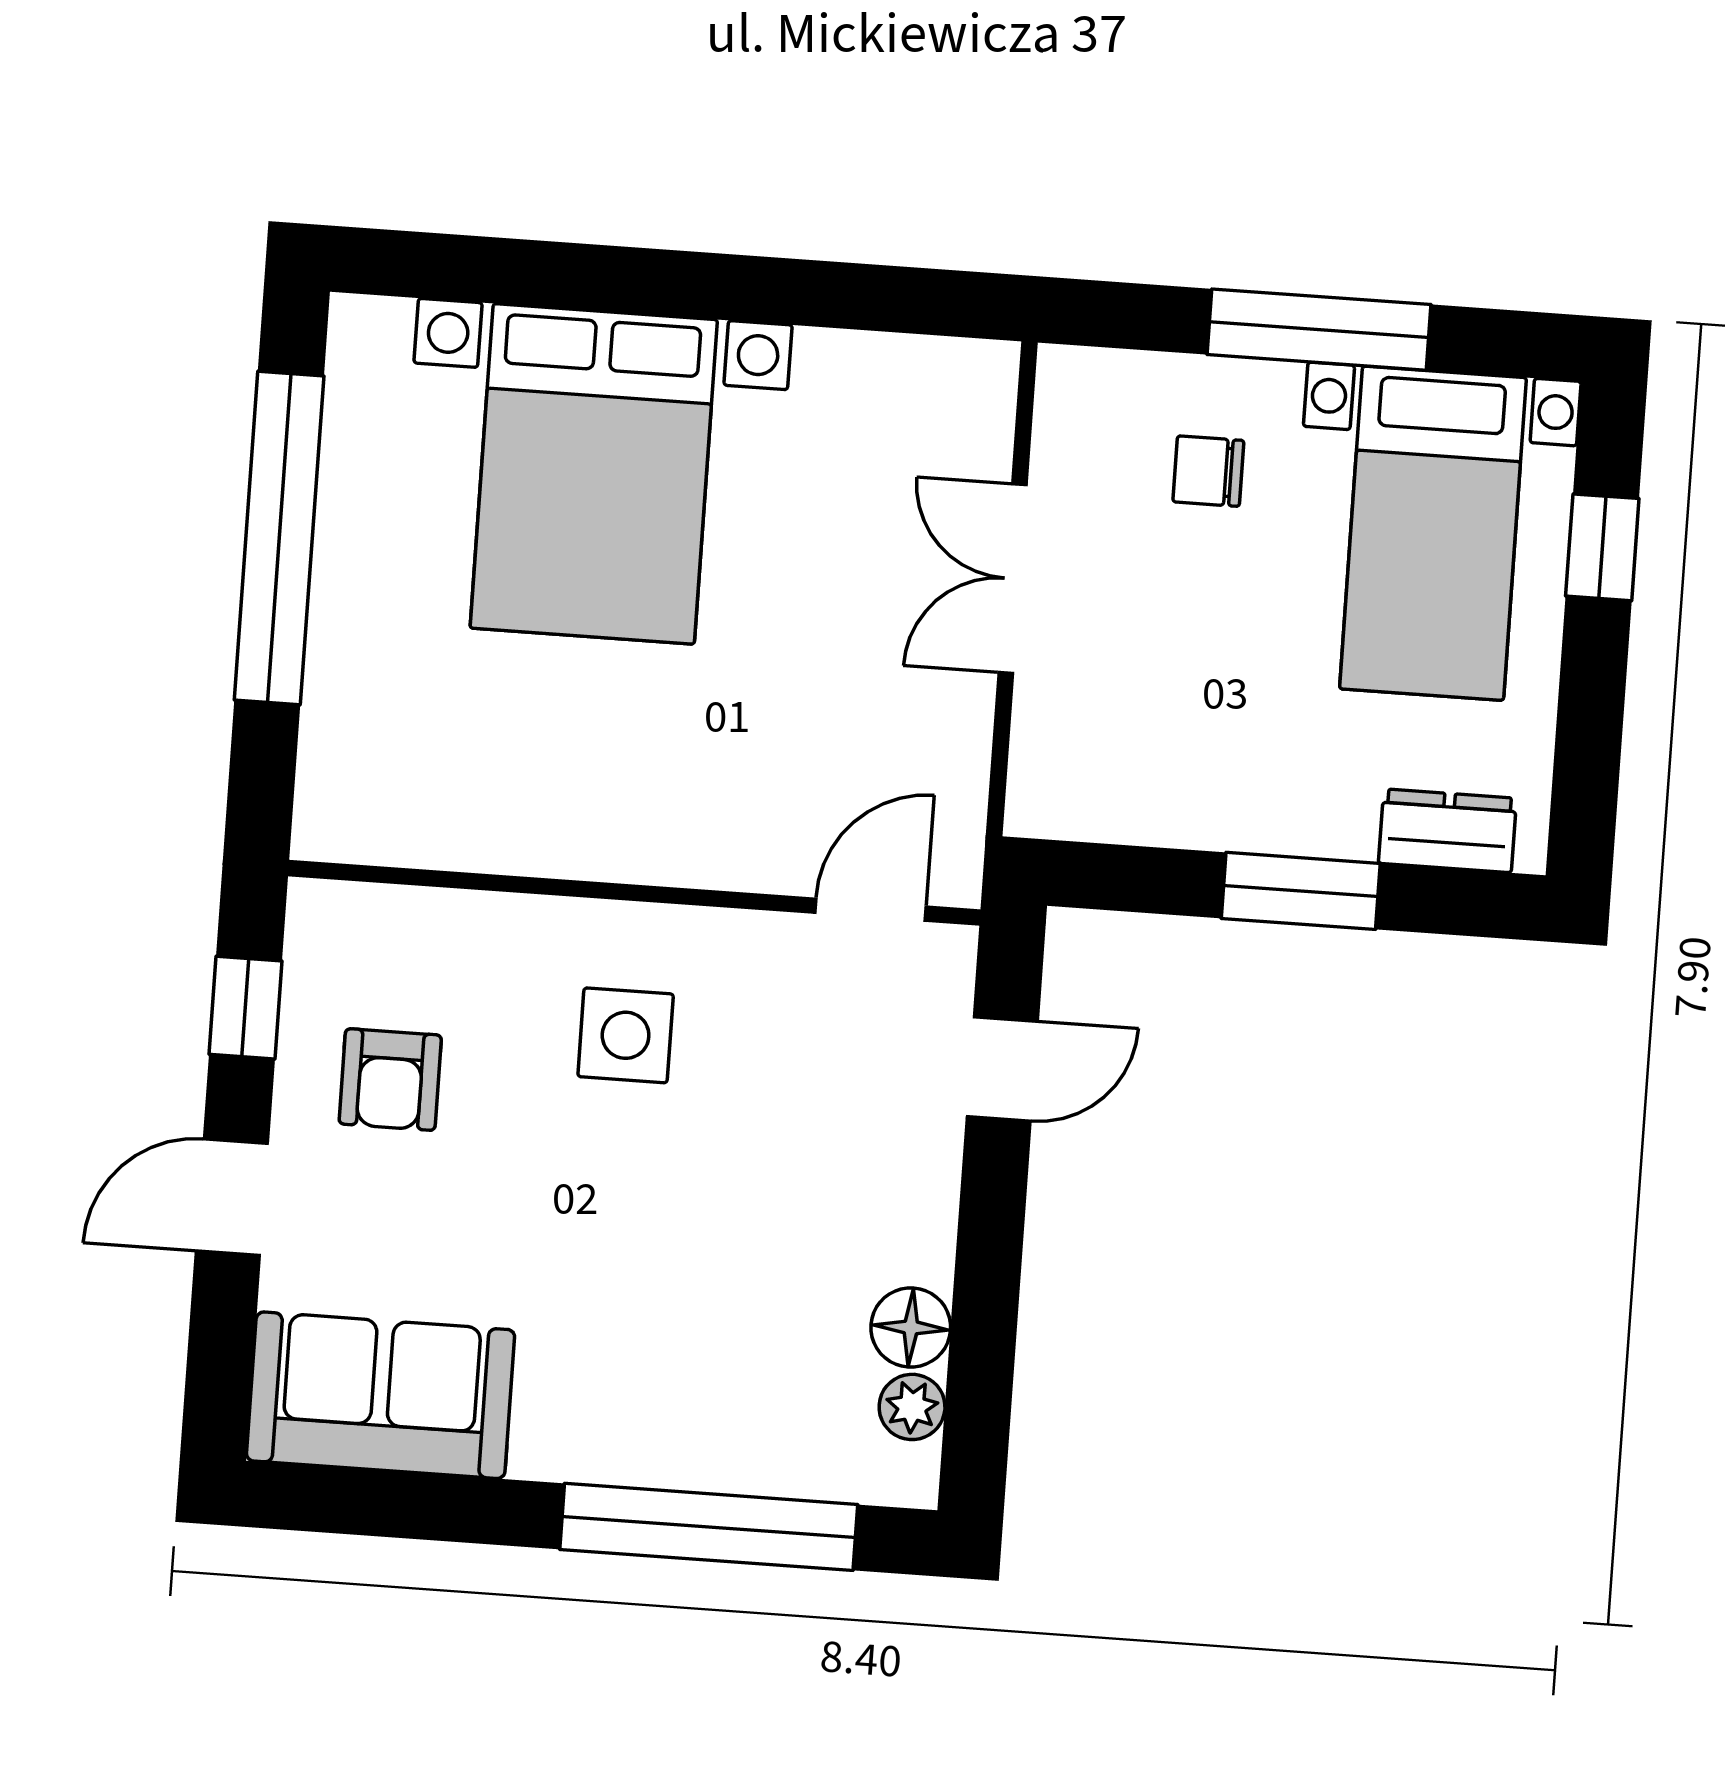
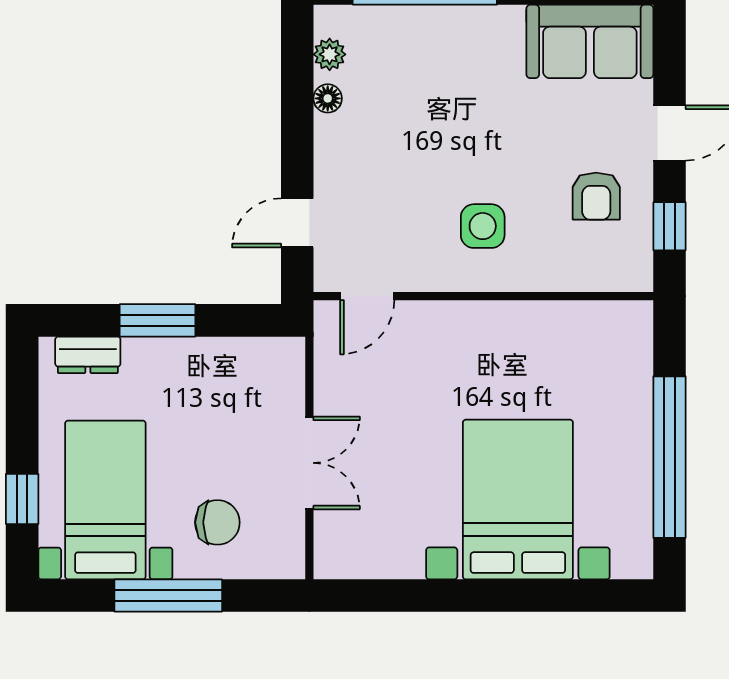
chair: (1208, 471) -> (217, 522), width x1.37, depth x1.37
armchair: (390, 1080) -> (596, 196), turned 180
floor lamp: (911, 1327) -> (328, 98), width x0.73, depth x0.73

